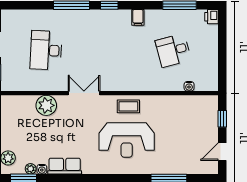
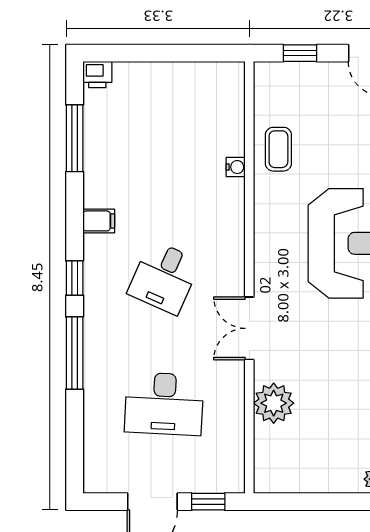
desk: (173, 50) -> (164, 277), moved, turned 39
water cooler: (189, 86) -> (236, 167), moved
coffee table: (128, 106) -> (278, 149), moved

